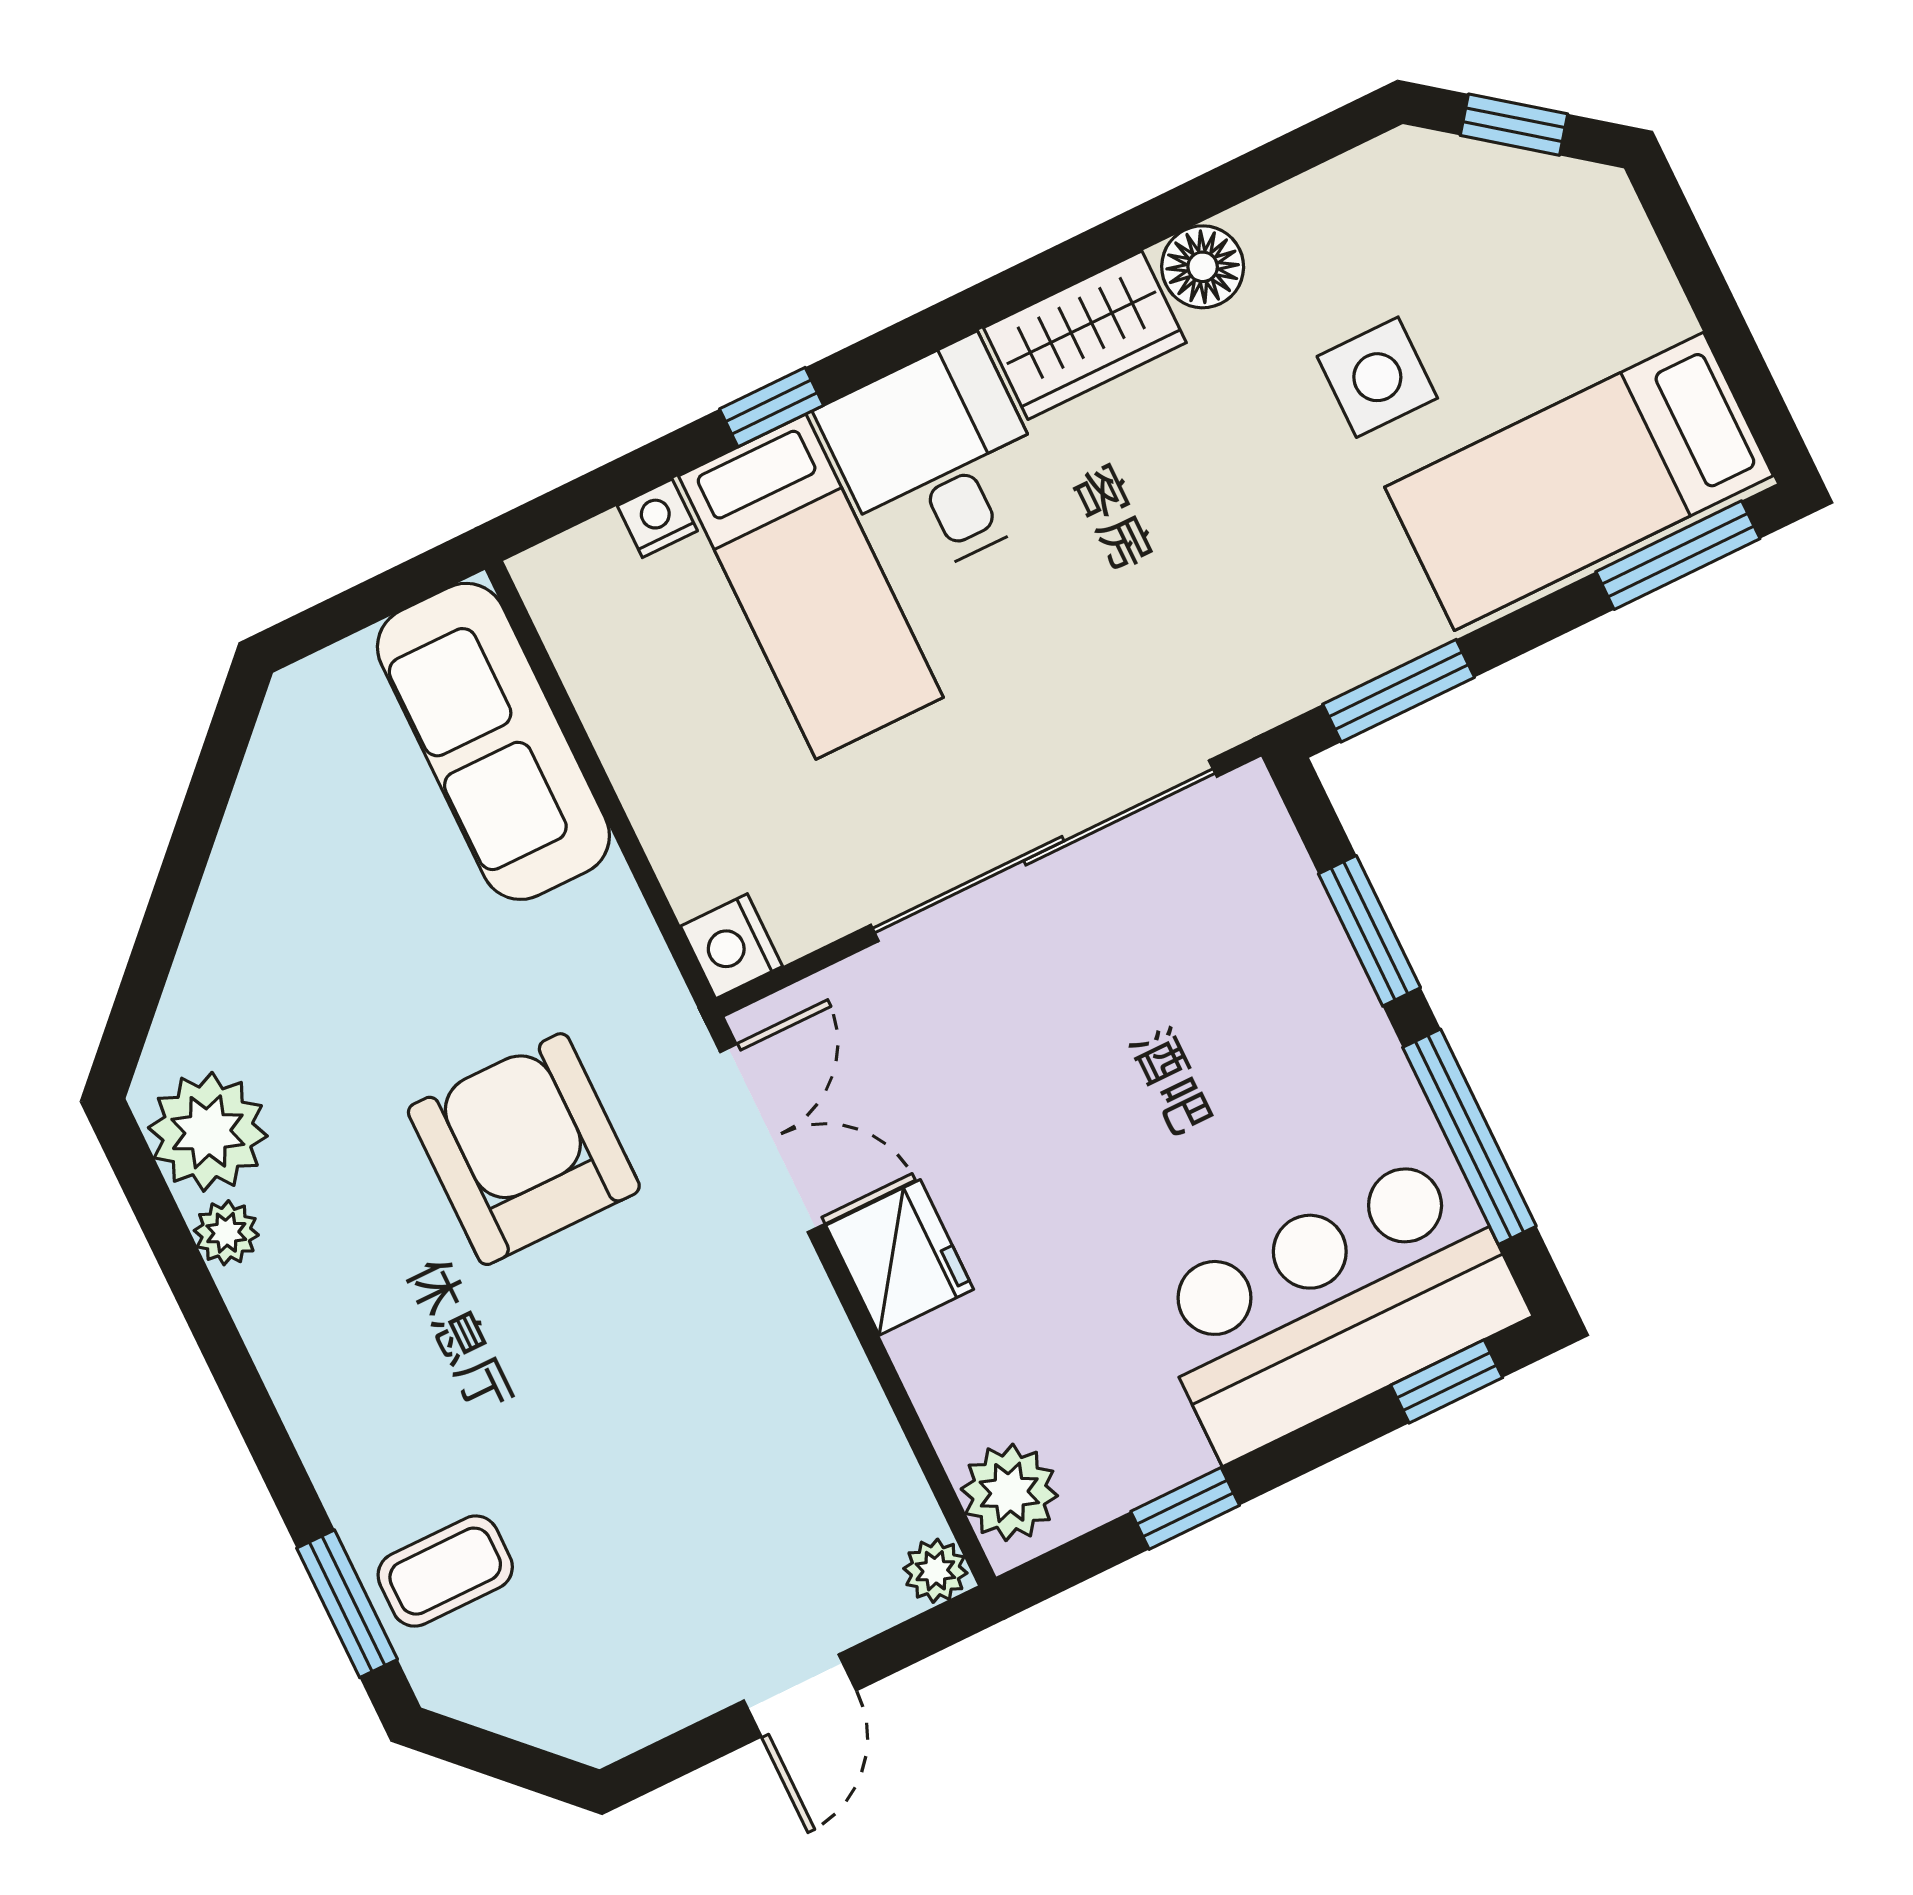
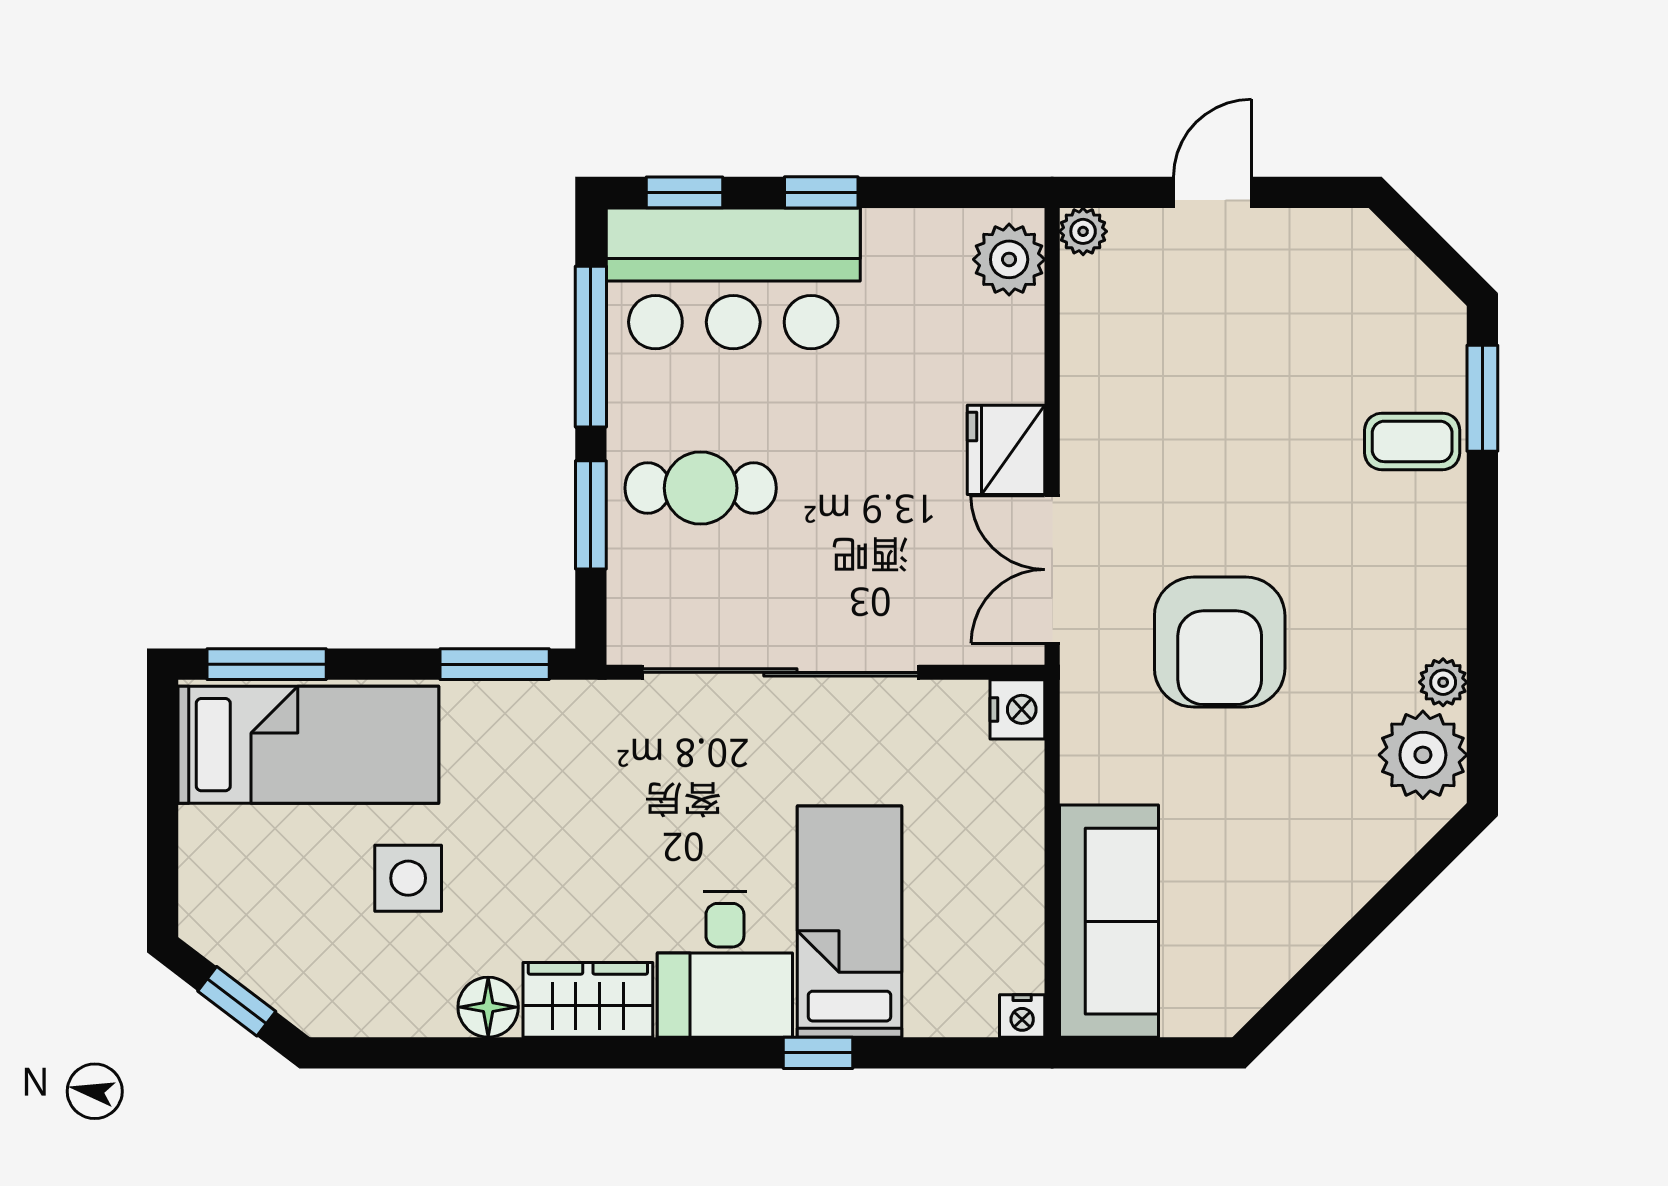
nightstand: (657, 518) -> (1022, 1016), moved
cafe table: (1251, 1029) -> (701, 488), added
window: (1185, 1508) -> (821, 192), moved
coffee table: (445, 1571) -> (1412, 441), moved

